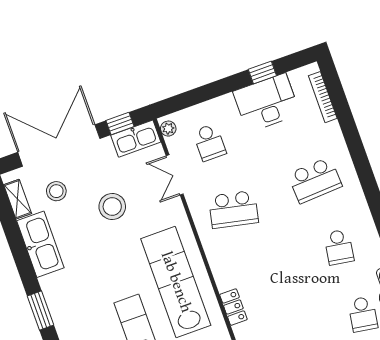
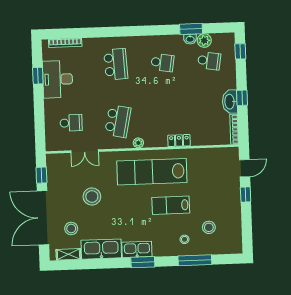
plant: (168, 129) -> (138, 143), moved
kitchen sink: (136, 139) -> (137, 249), moved, turned -90

